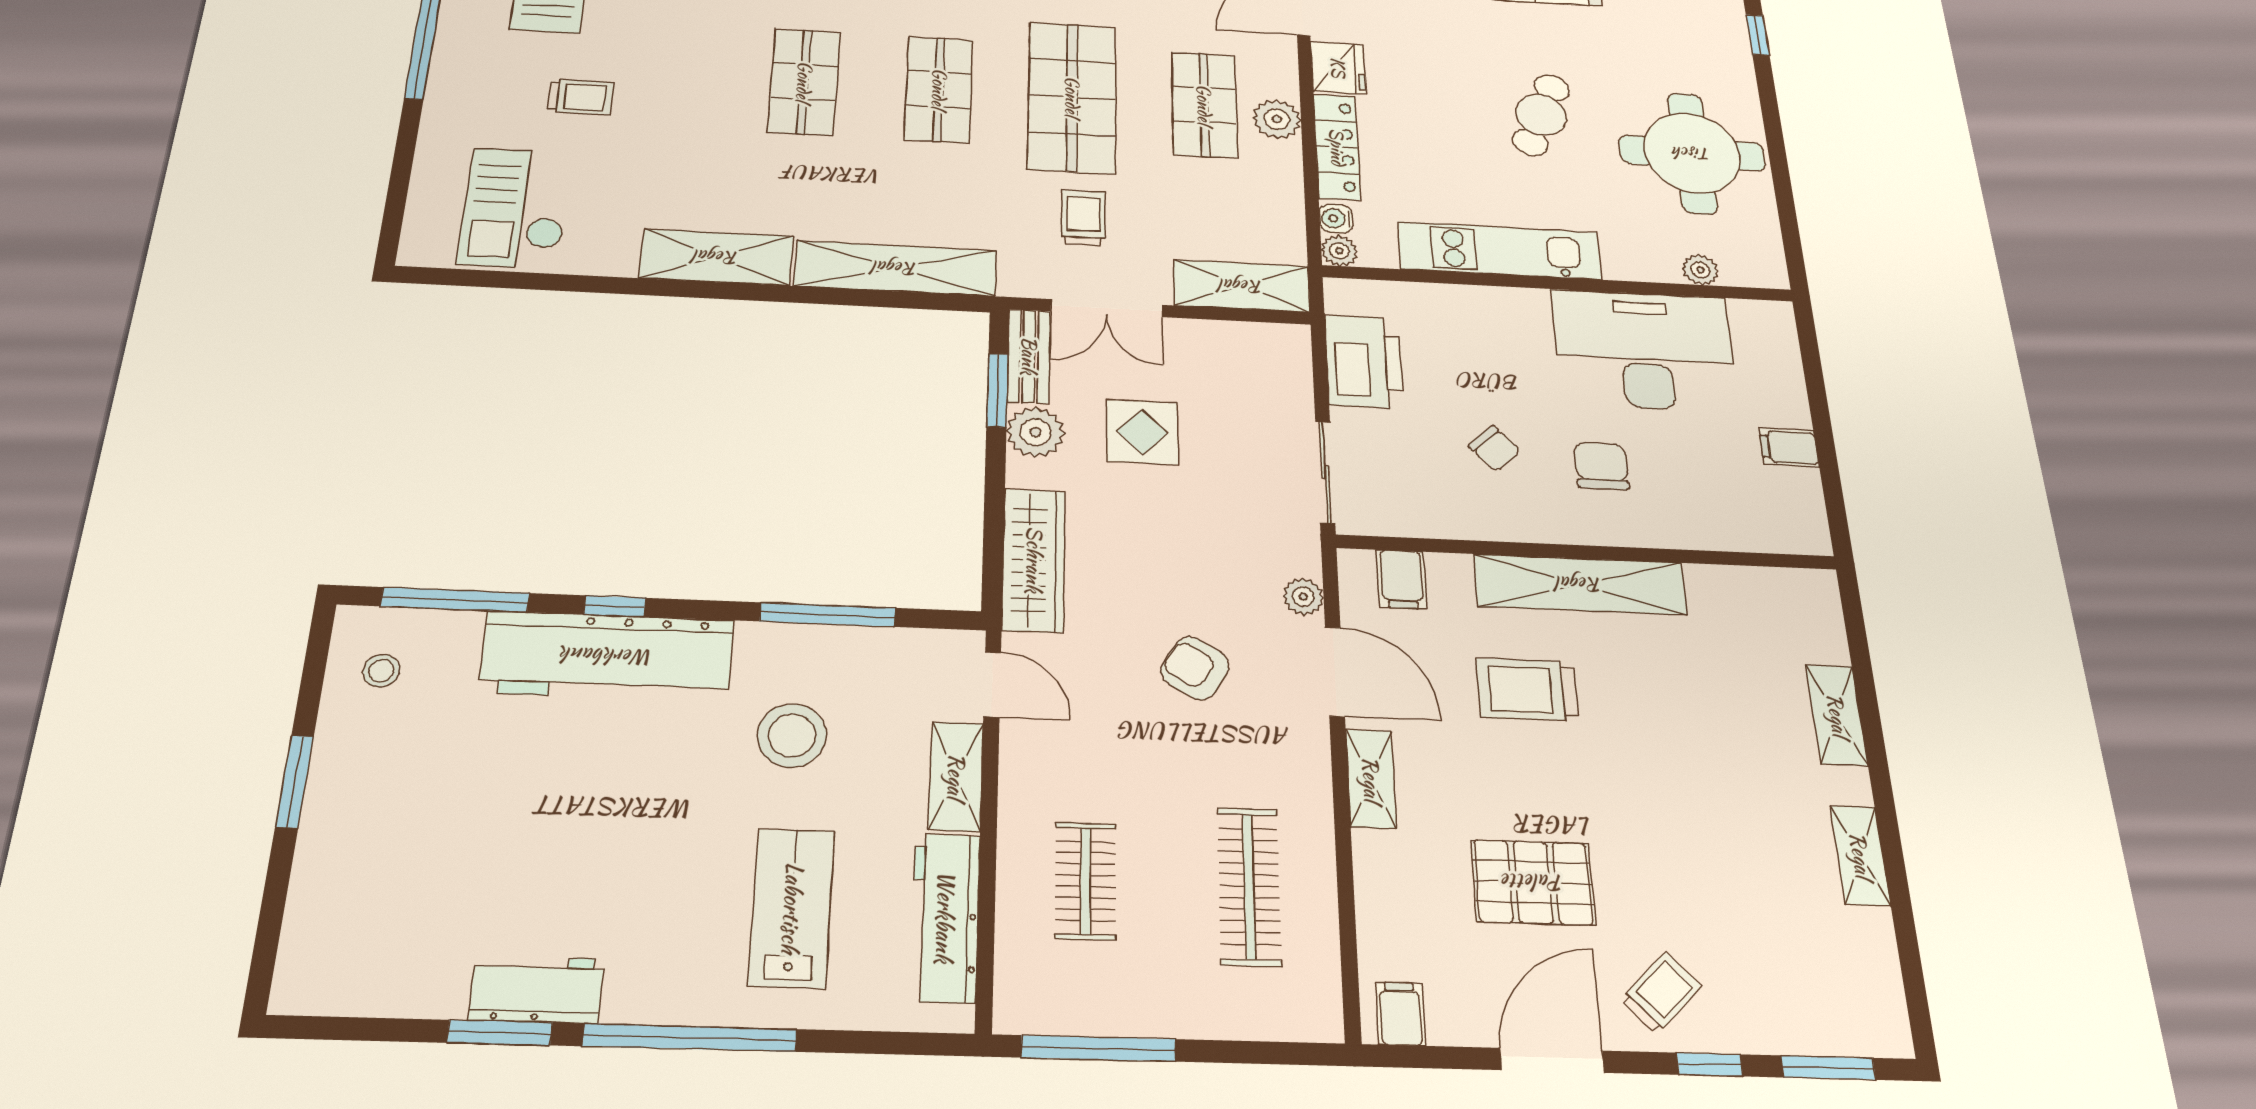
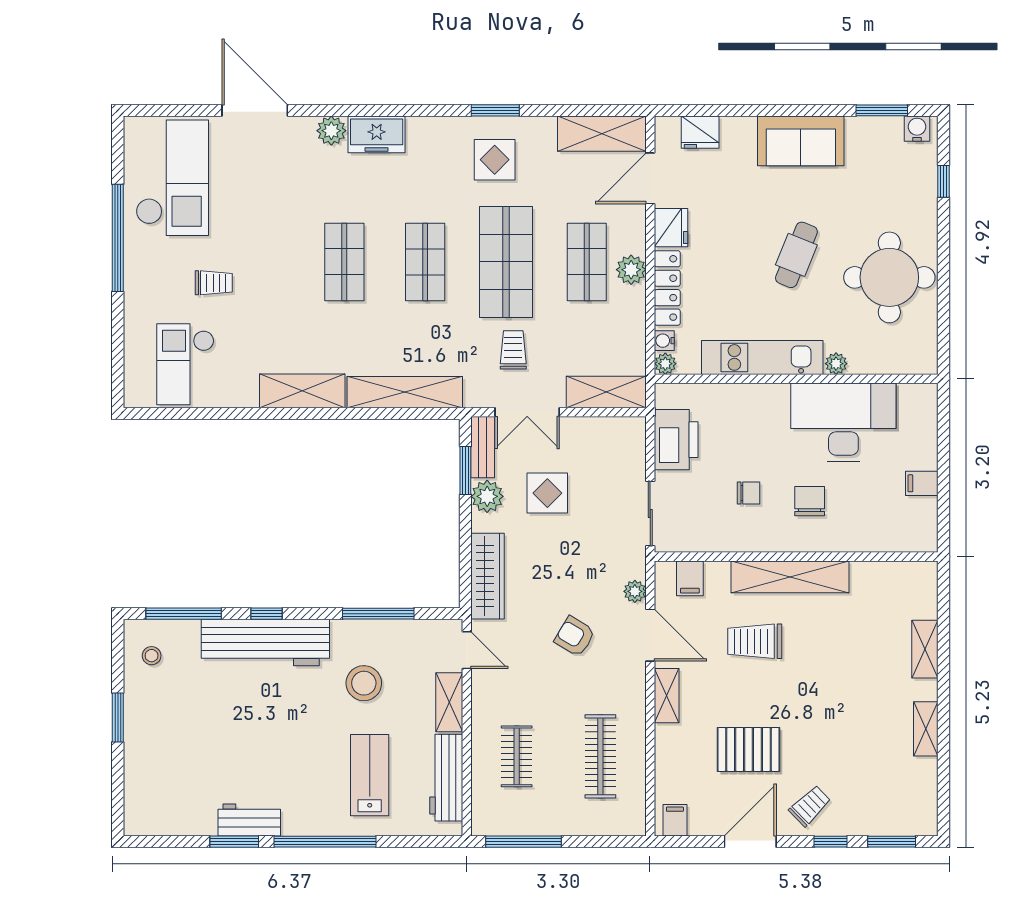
plant: (1700, 270) -> (836, 364), moved
chair: (1495, 448) -> (749, 493), turned -47

